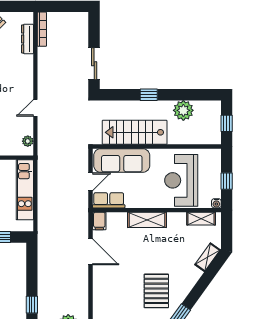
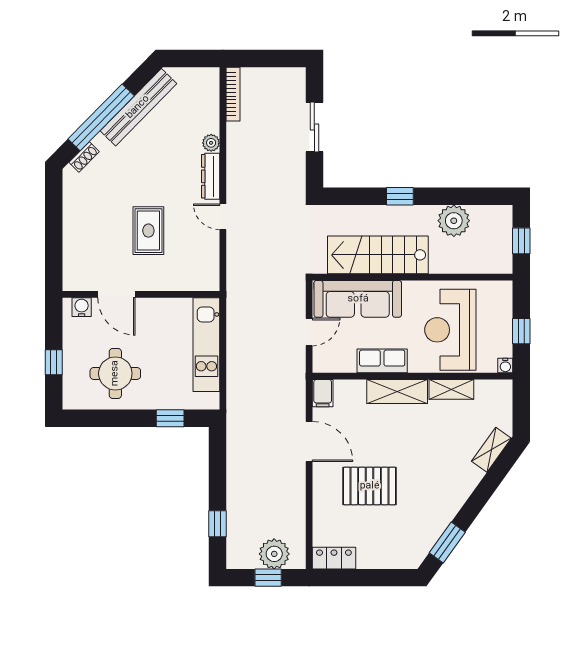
dresser: (27, 39) -> (211, 176), moved
sliding door: (94, 64) -> (314, 127), moved
door: (35, 108) -> (223, 217), hinge flipped
plant: (28, 141) -> (211, 143), moved
row of seats: (109, 200) -> (382, 361), moved
shelving: (201, 219) -> (451, 389), moved
pallet: (156, 291) -> (370, 486), moved, turned 90

